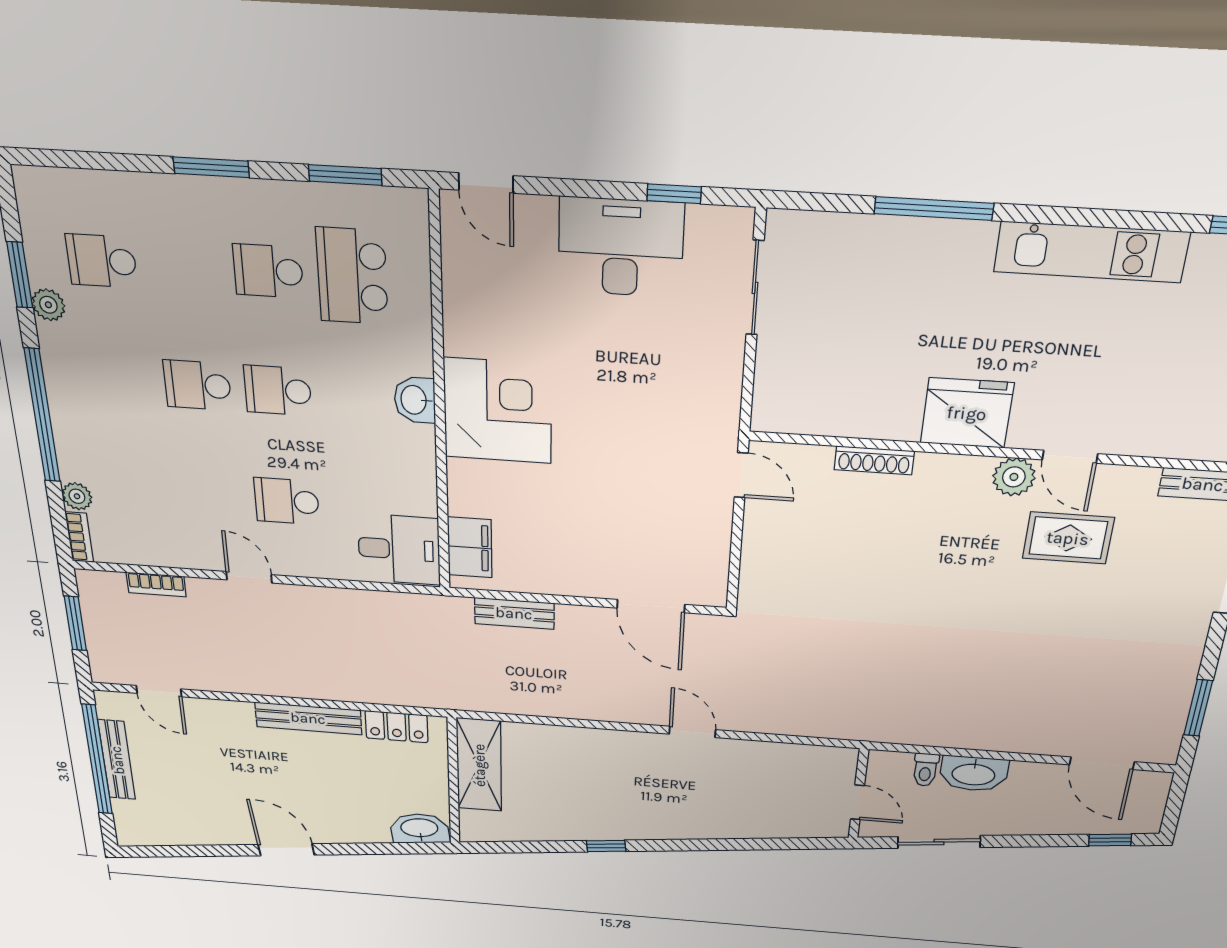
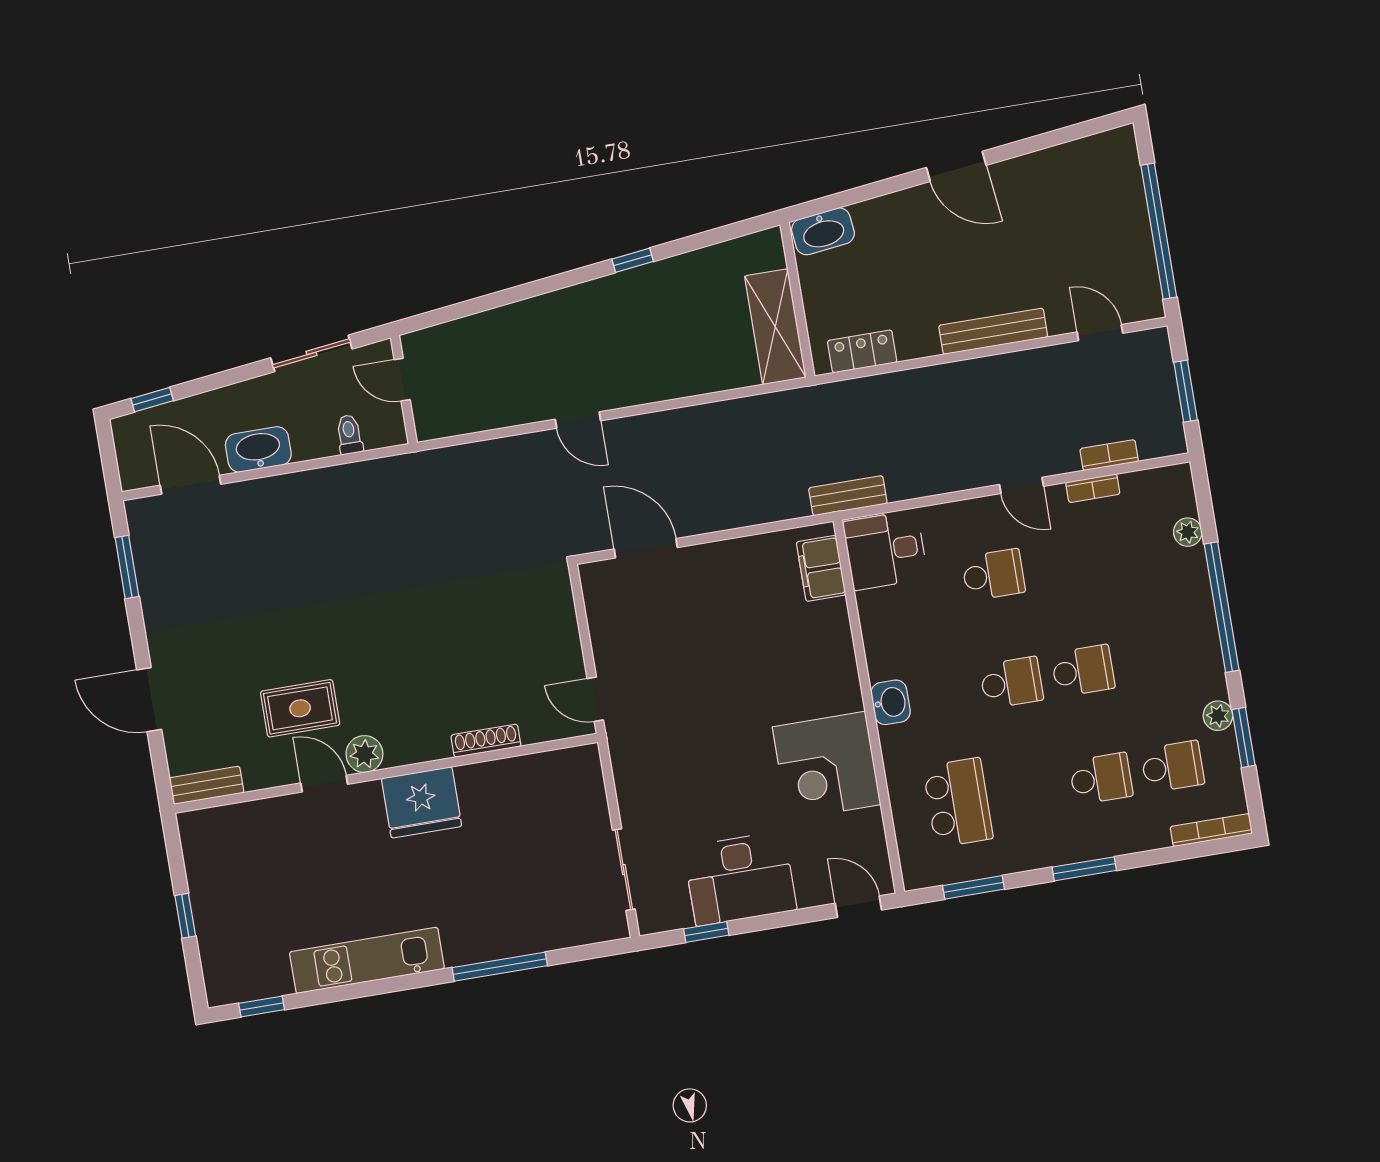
bookcase: (59, 179) -> (1211, 830), added
school desk: (268, 271) -> (1101, 779), moved
corner desk: (498, 411) -> (827, 766), moved
bookcase: (79, 537) -> (1093, 488), moved, turned -90
bench: (514, 613) -> (848, 496), moved
bench: (308, 718) -> (993, 331), moved
bench: (117, 760) -> (1139, 236), removed
washbasin: (974, 774) -> (258, 449), moved

